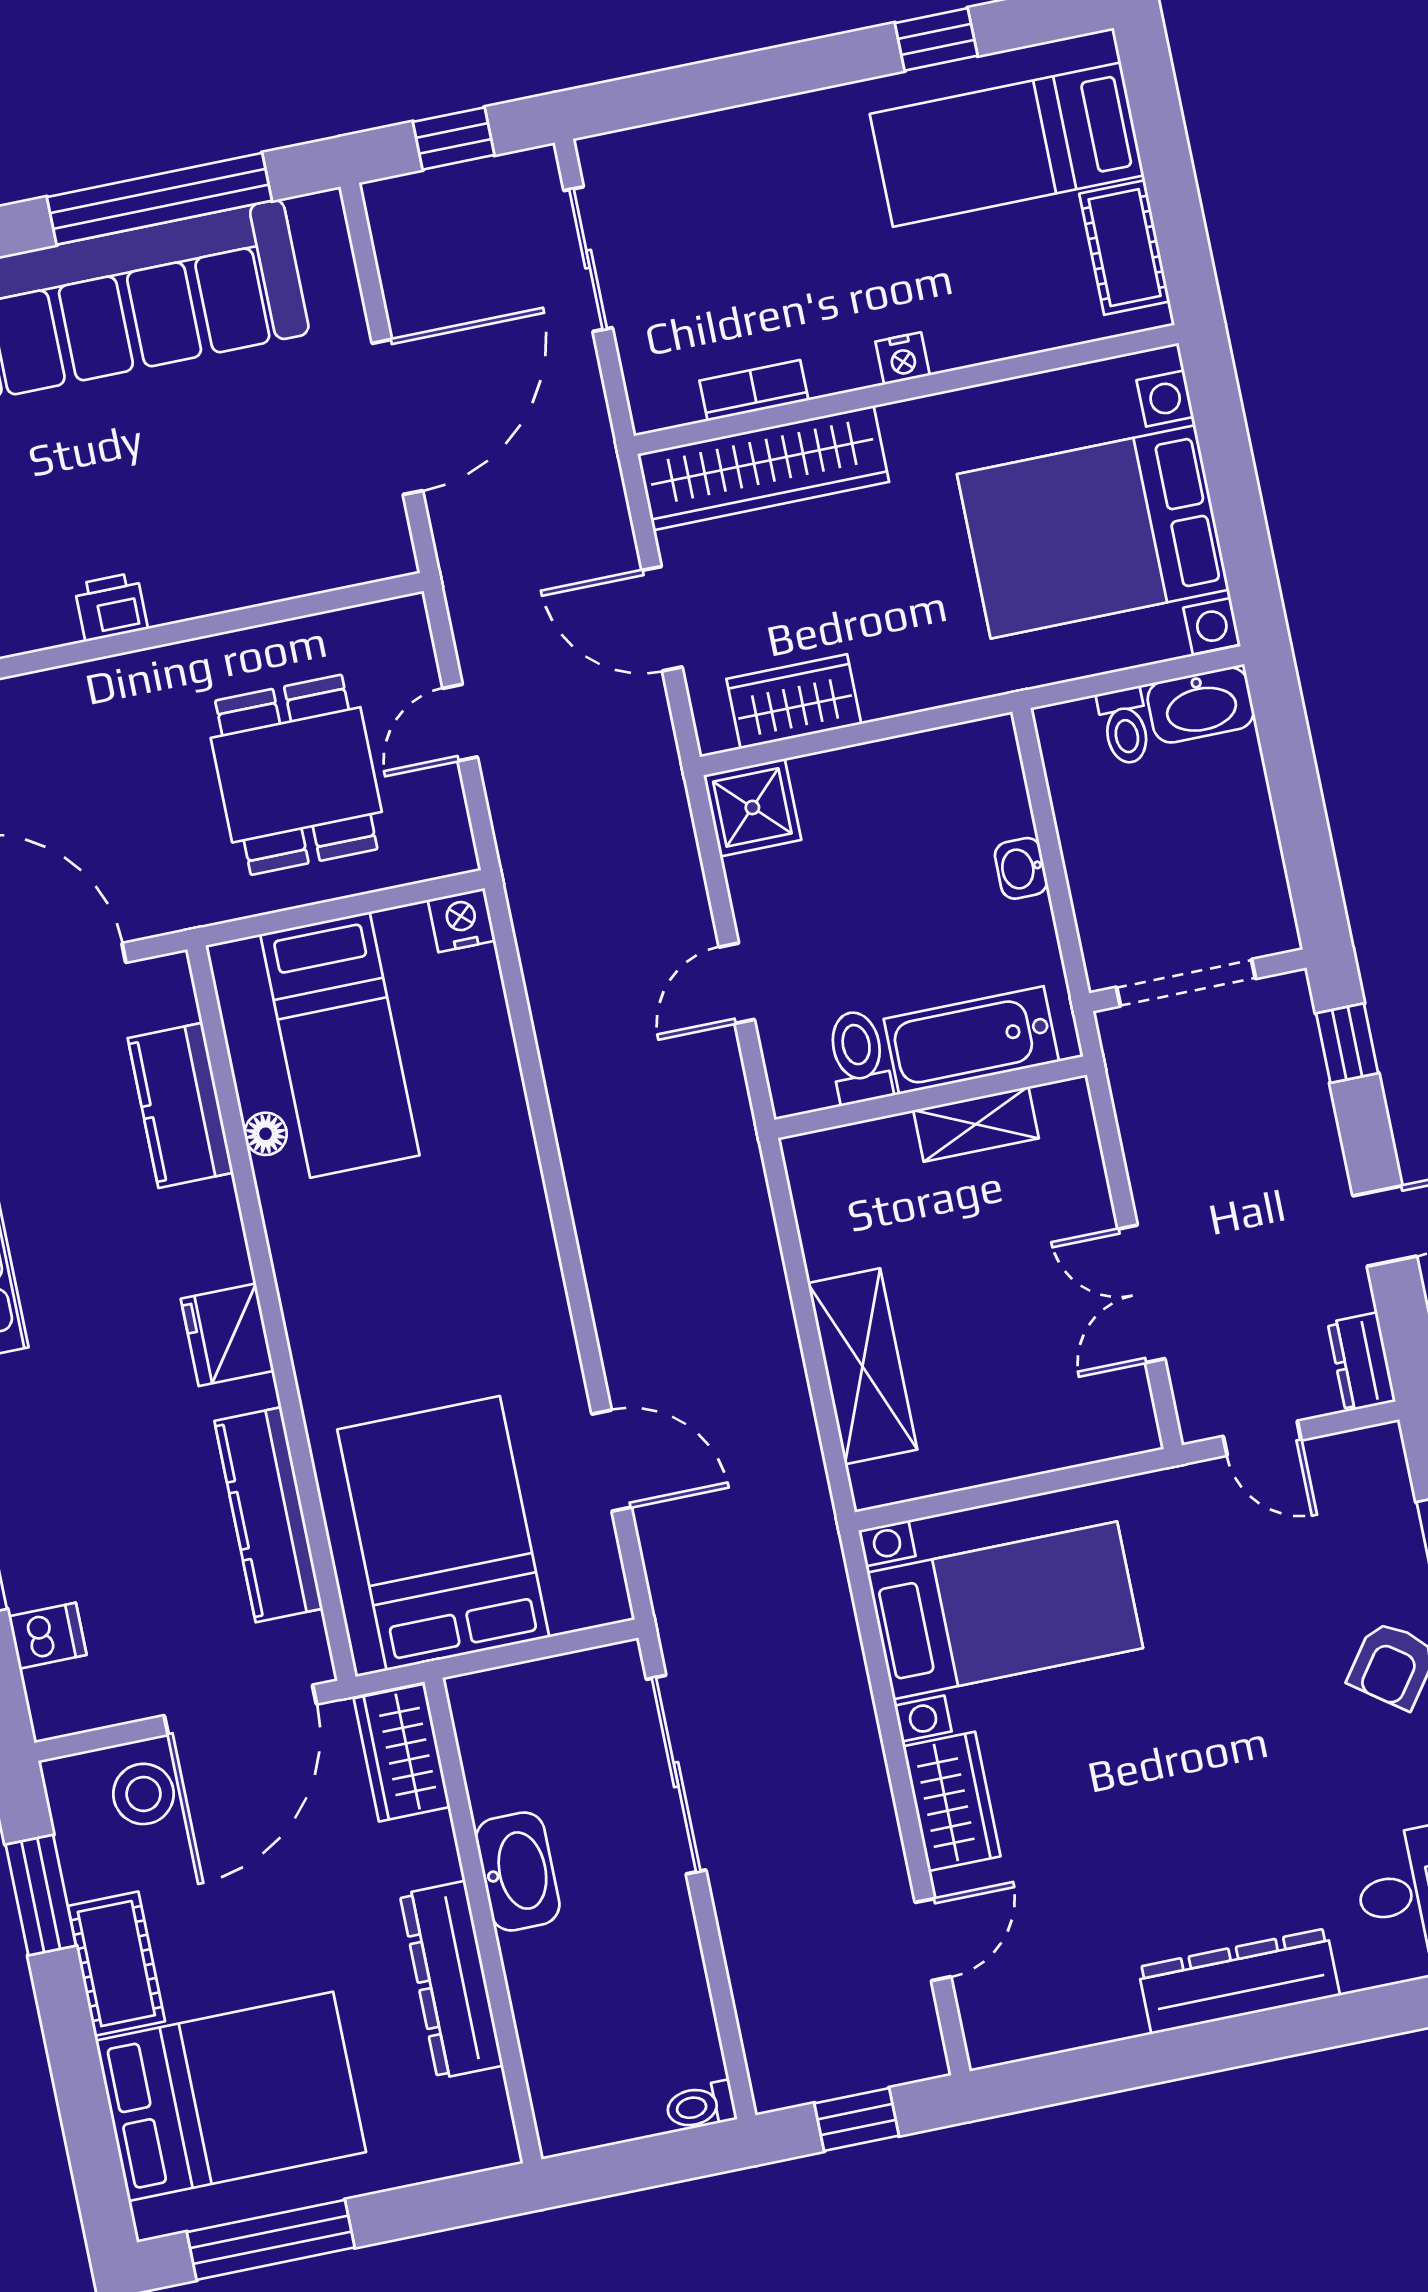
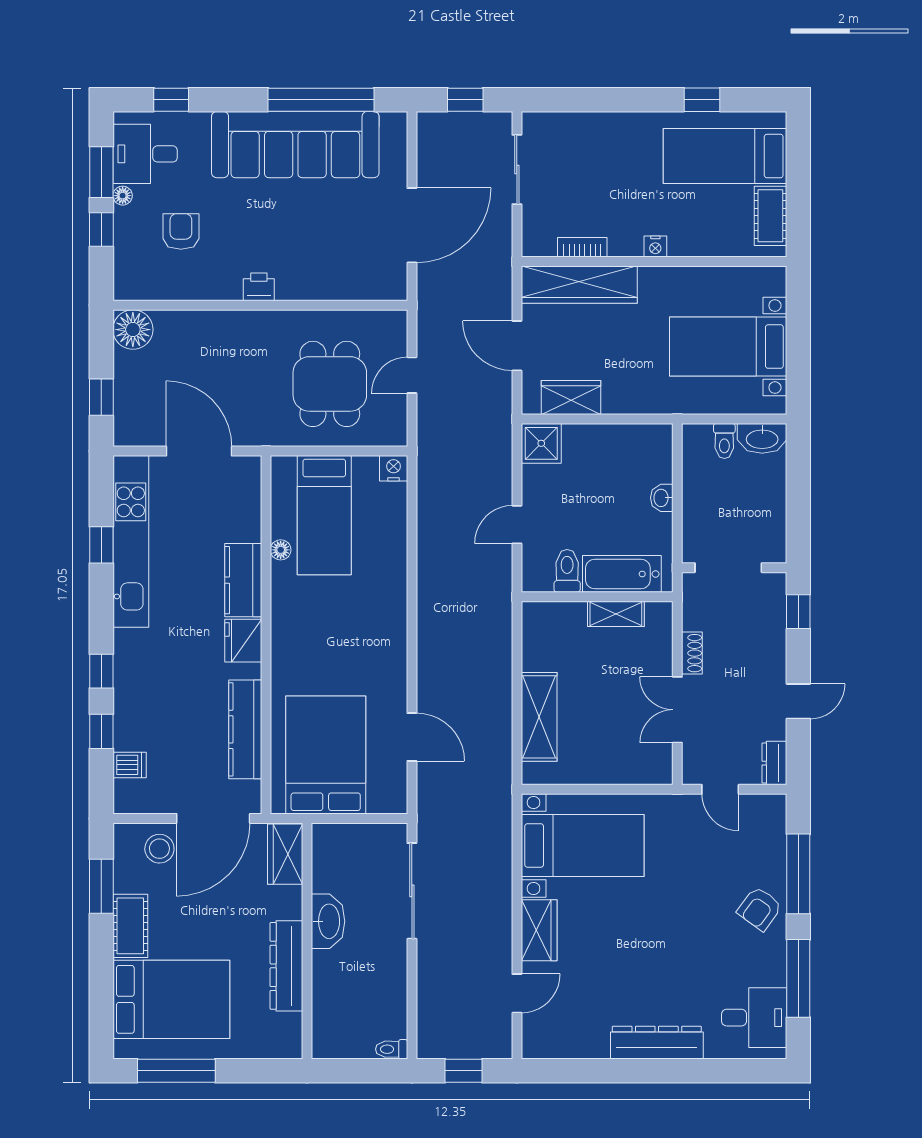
bed with nightstands: (1093, 532) -> (728, 347), width x0.73
kitchen counter: (180, 1105) -> (243, 580), moved
shoe rack: (1148, 1172) -> (692, 653), added

